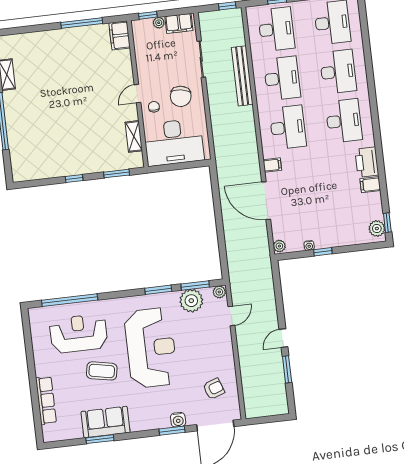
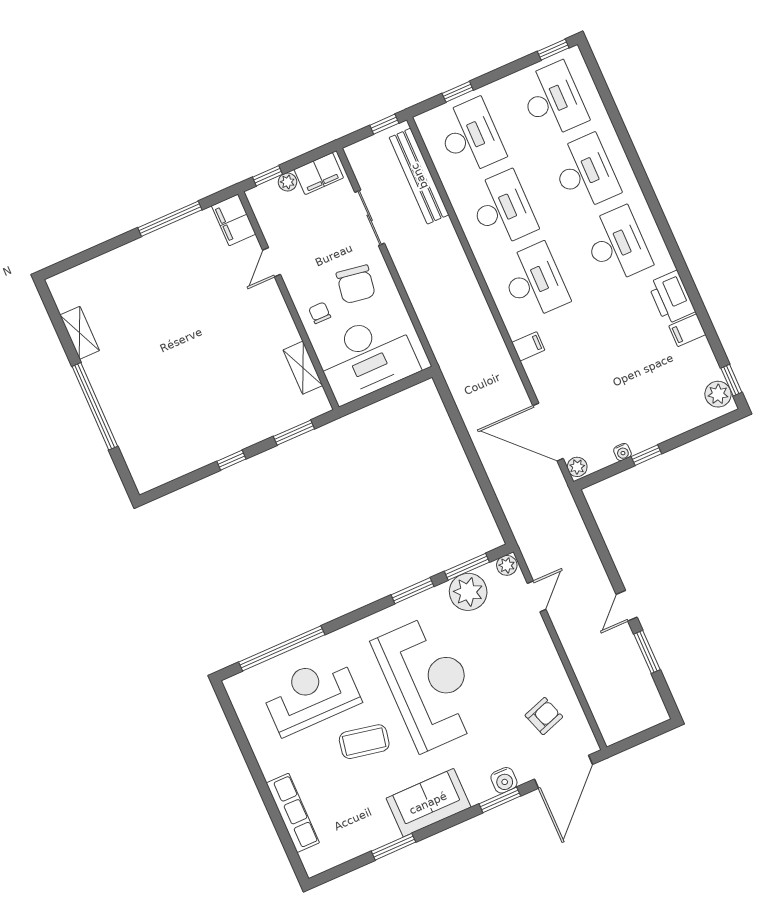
bench: (242, 76) -> (419, 176), moved
door: (137, 94) -> (272, 262), moved
door: (266, 201) -> (548, 432), moved
sofa: (105, 422) -> (428, 803), moved

